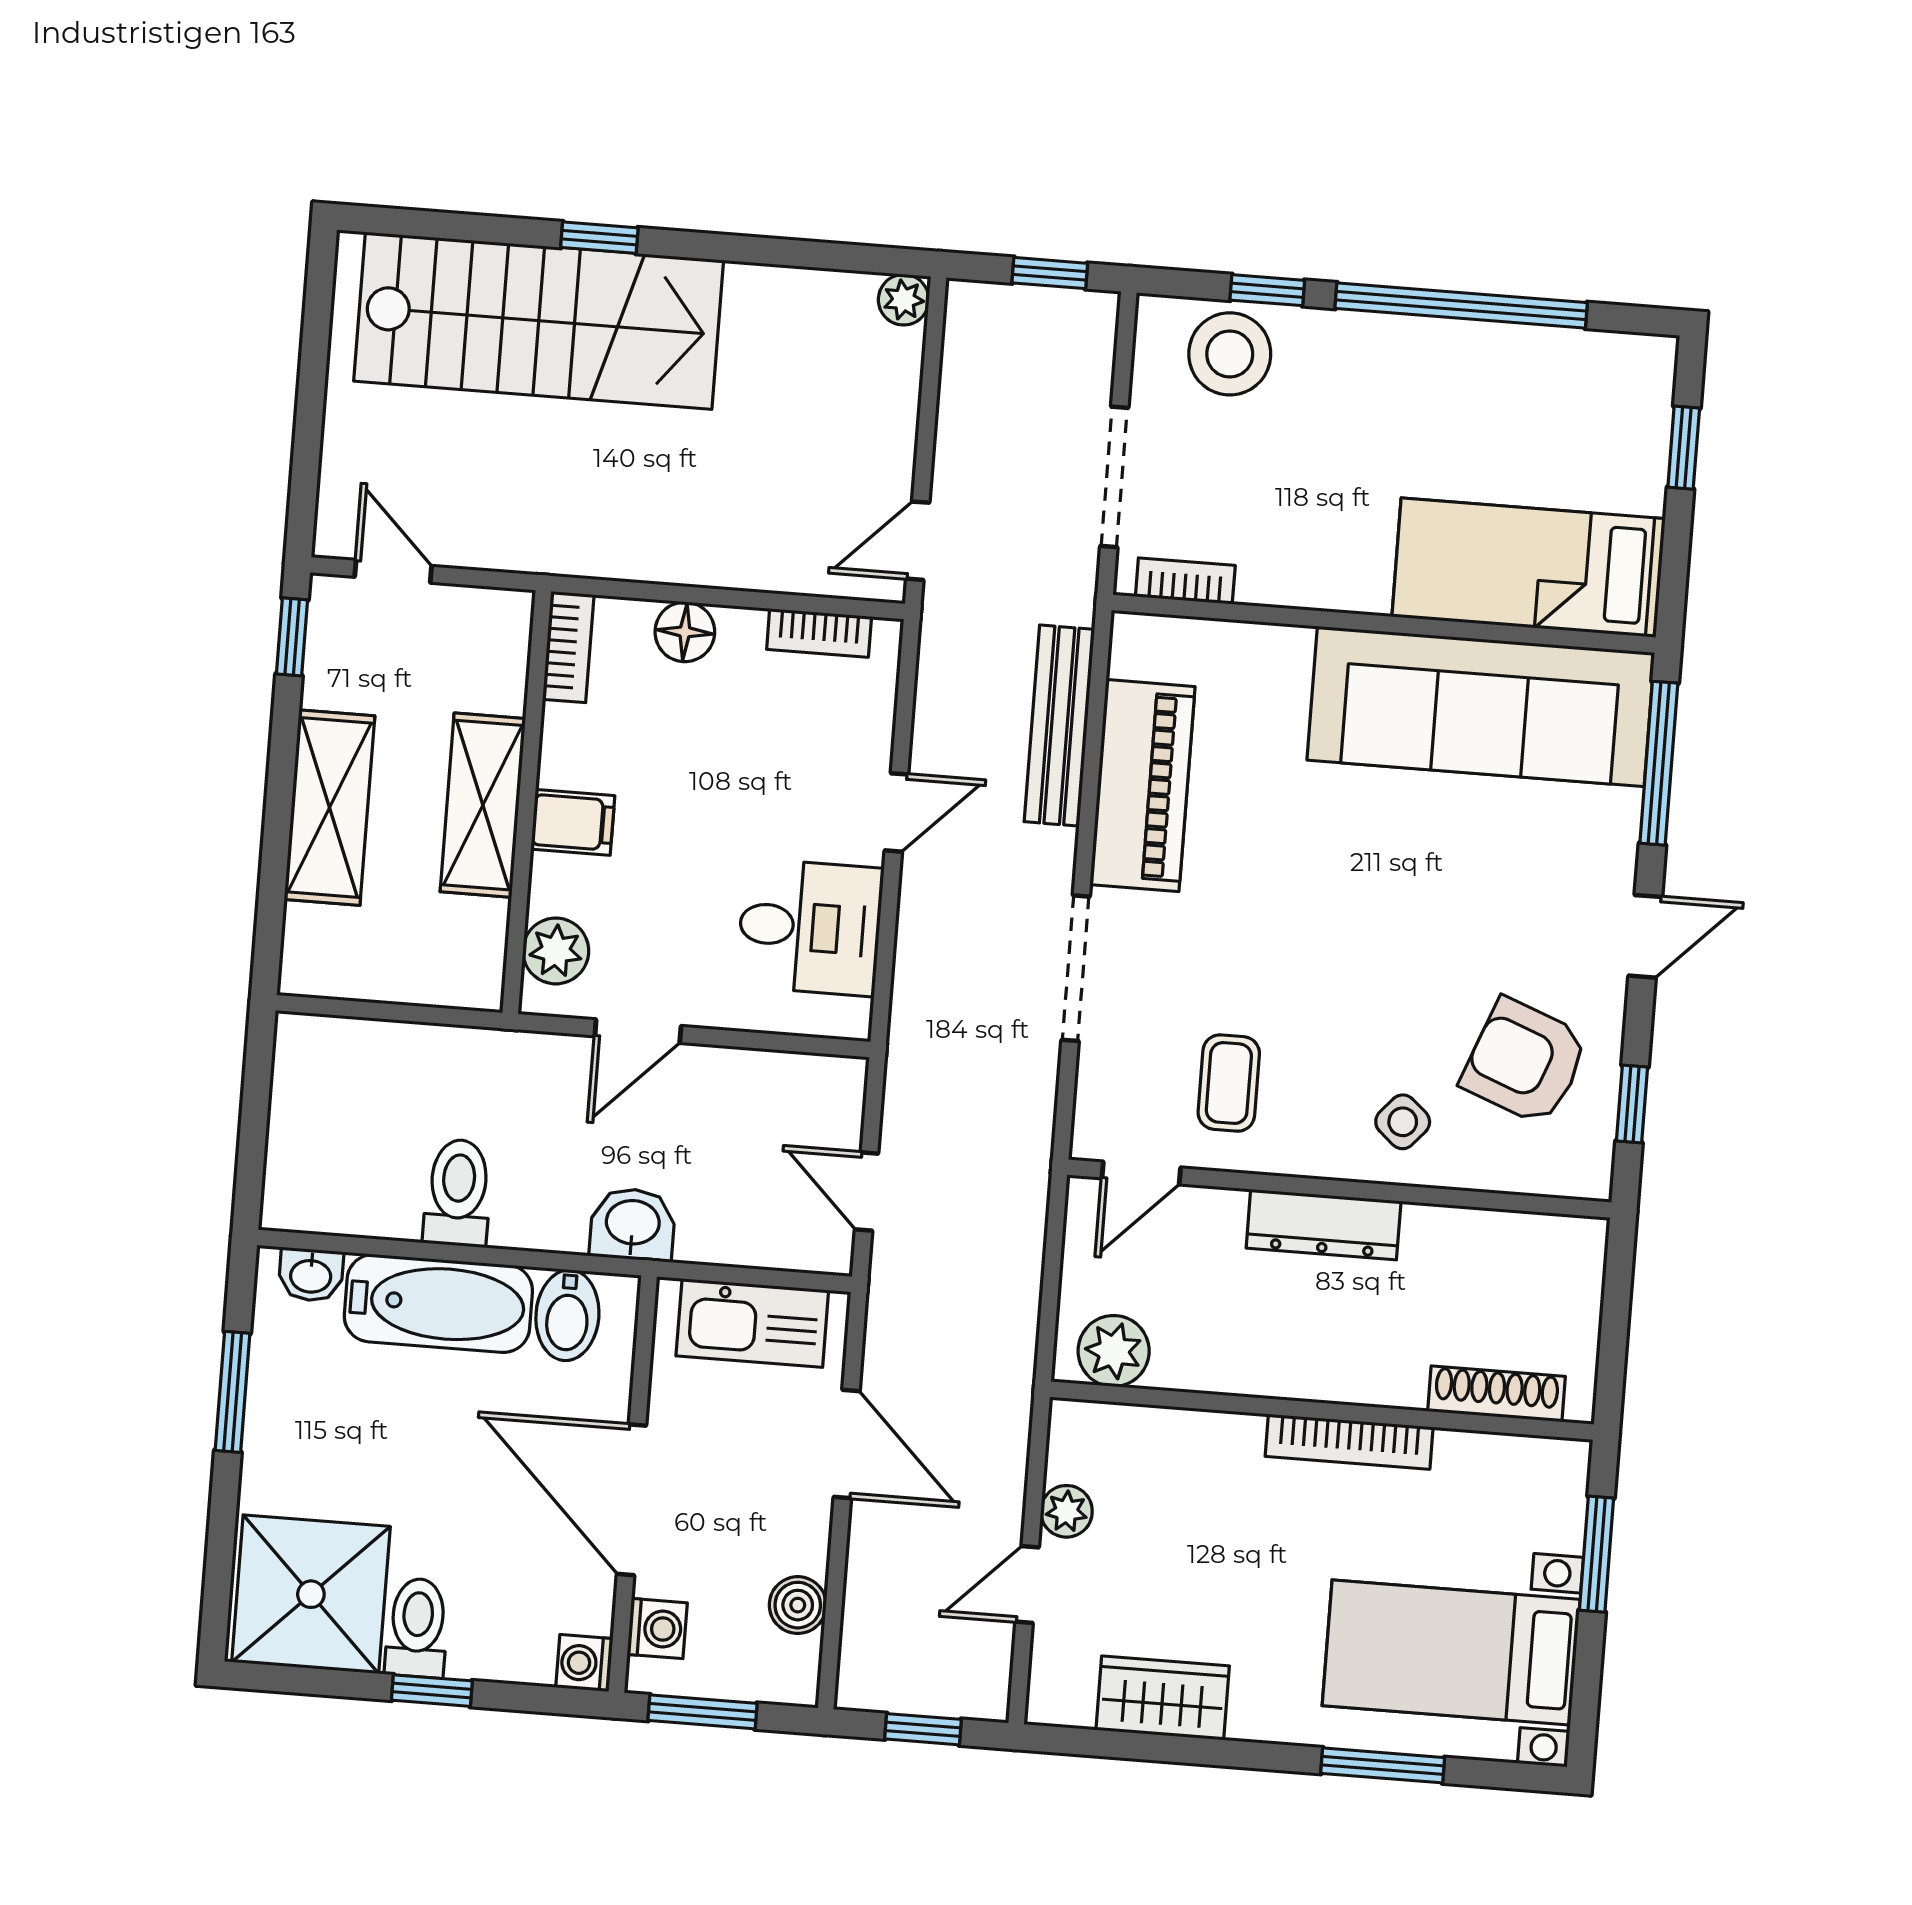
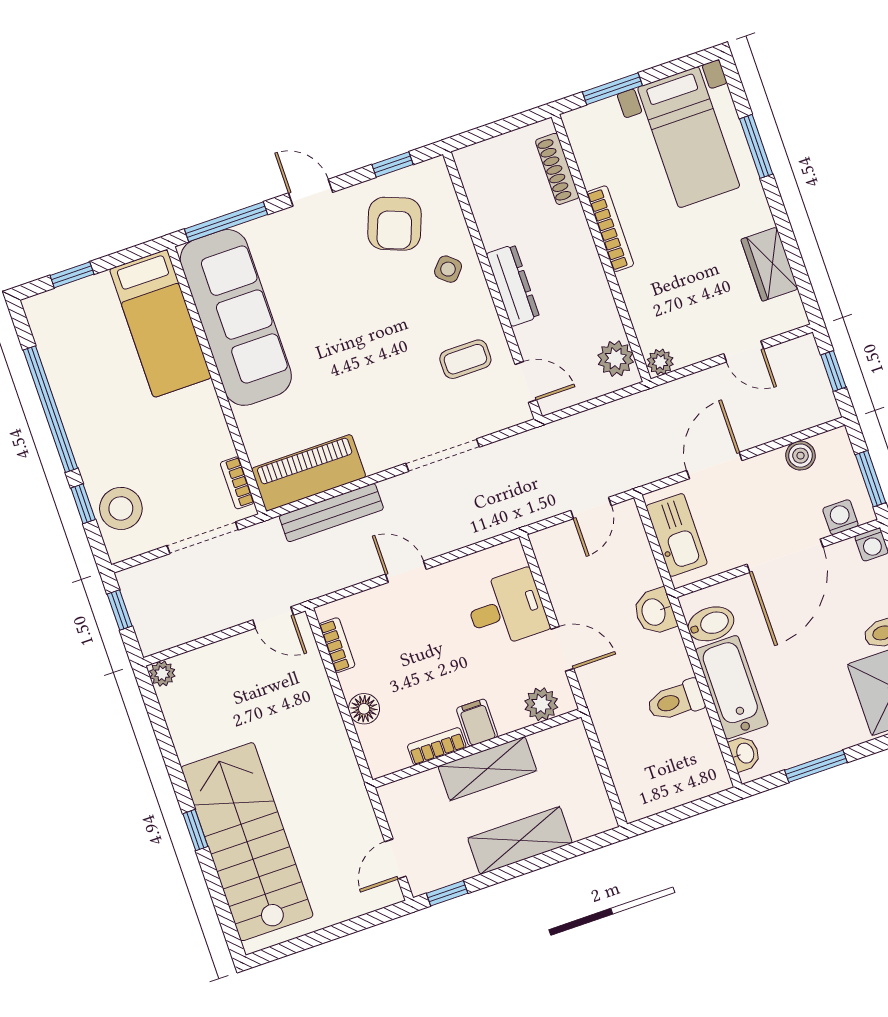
bookcase: (568, 647) -> (437, 746), moved
piano: (1143, 786) -> (309, 473), moved
desk: (810, 927) -> (506, 609), moved, turned 90
plant: (1066, 1511) -> (660, 362), moved

